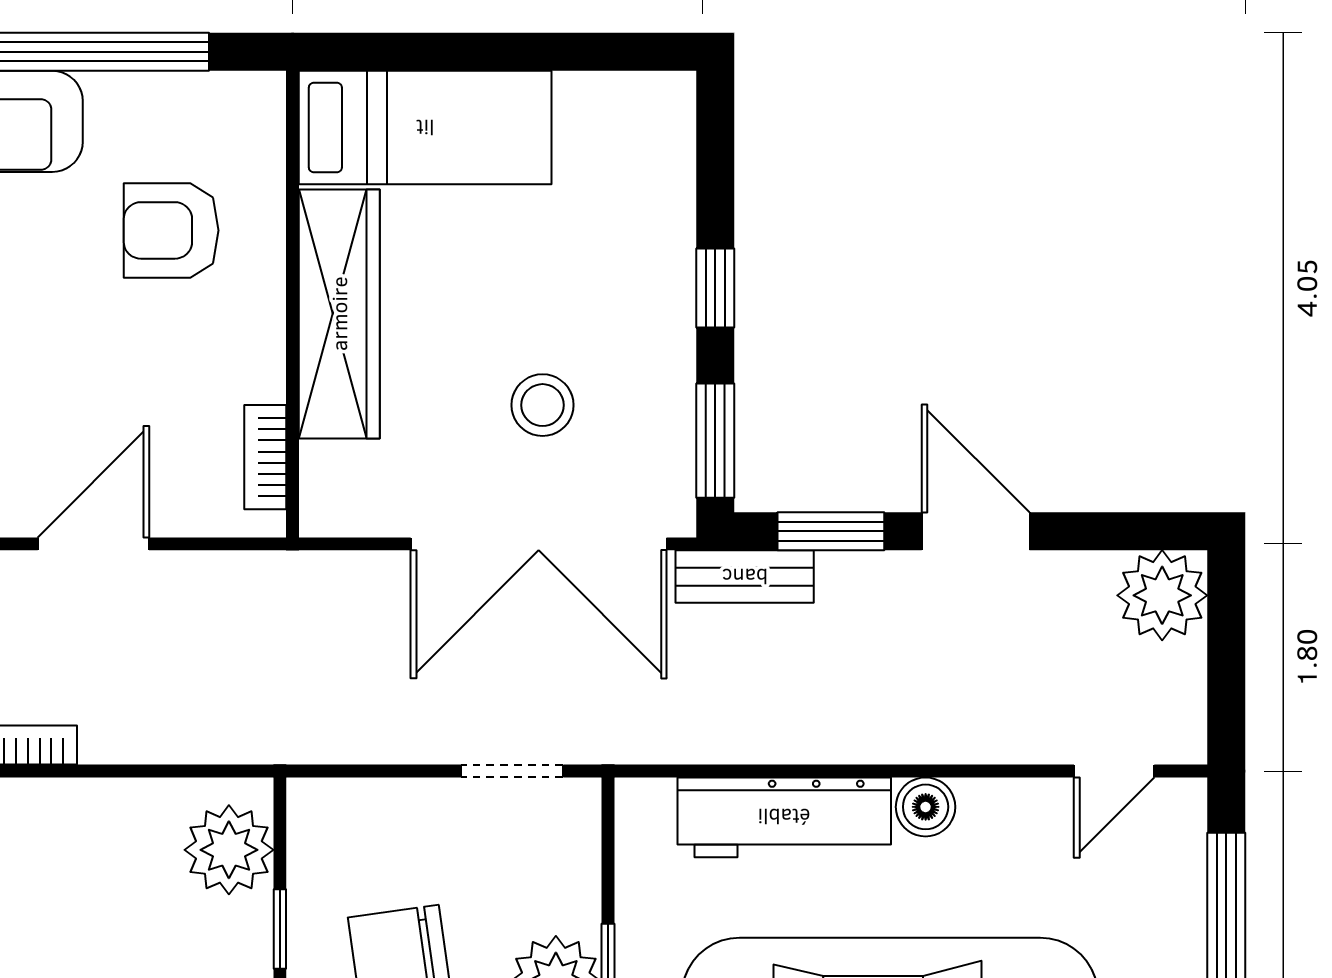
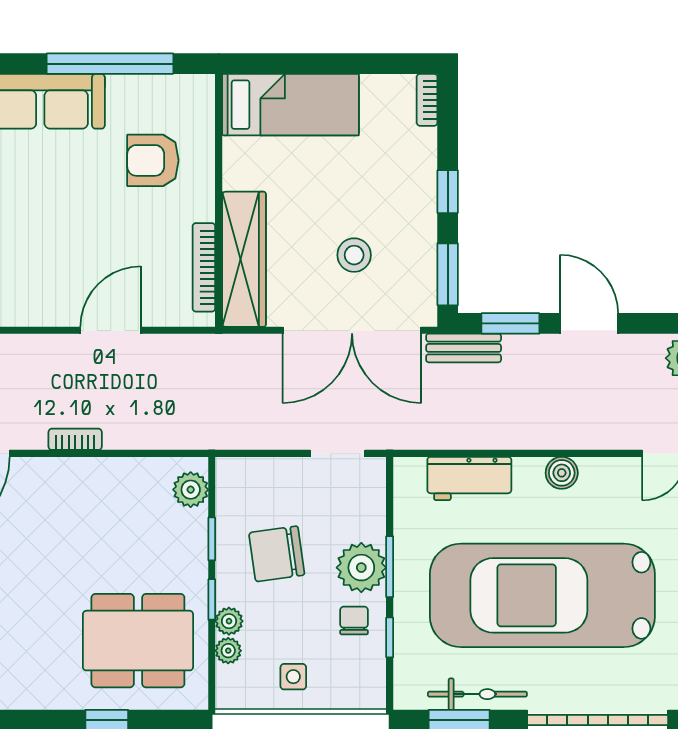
bookcase: (677, 119) -> (427, 100), added
wardrobe: (339, 314) -> (244, 259), moved
bookcase: (265, 457) -> (204, 267), width x1.56
workbench: (784, 817) -> (469, 479), width x0.73
plant: (229, 850) -> (191, 490), width x0.73, depth x0.73

